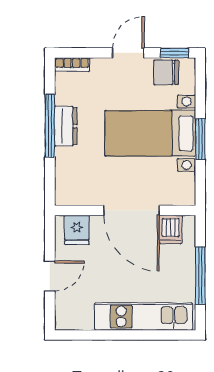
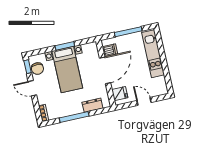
dresser: (66, 126) -> (92, 105), moved

